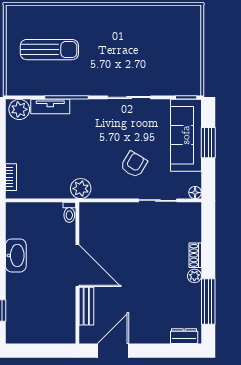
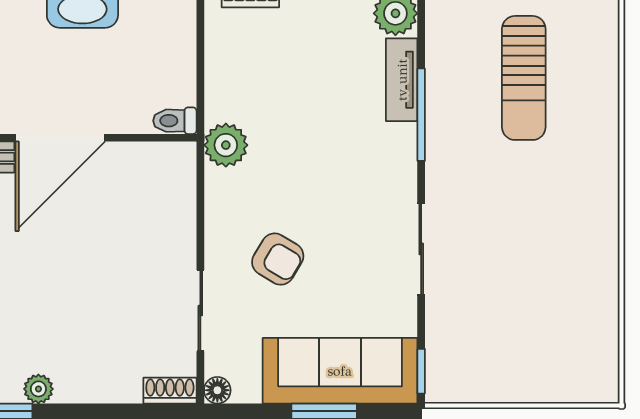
shoe rack: (195, 255) -> (170, 391), moved

